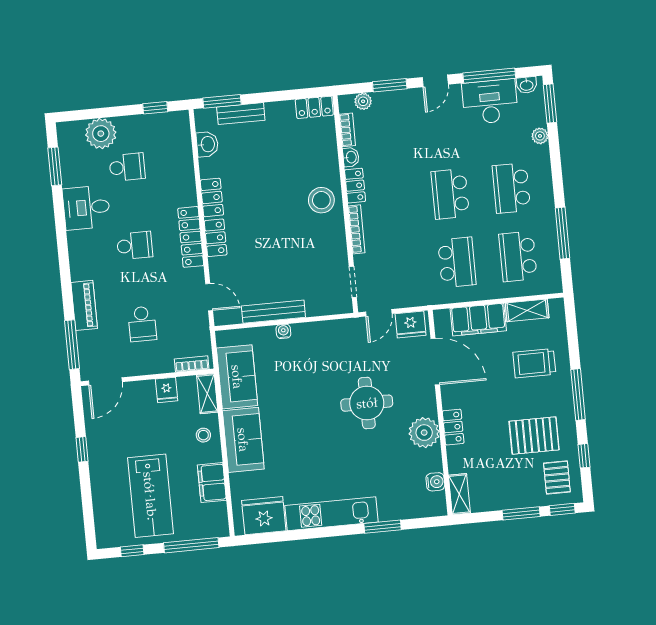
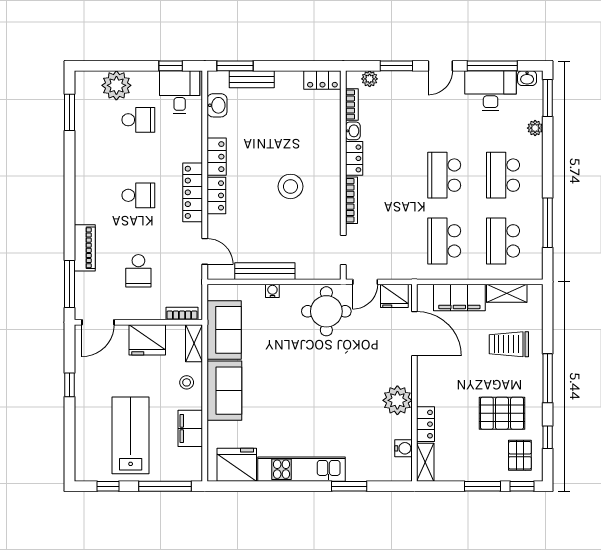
stool: (321, 200) -> (290, 186), moved
desk: (86, 208) -> (180, 92), moved, turned 90
school desk: (457, 262) -> (444, 241), turned 180
fridge: (167, 390) -> (147, 340), width x1.88, depth x1.34
round table: (367, 403) -> (326, 311), moved
locker: (453, 427) -> (426, 424), moved
lab bench: (150, 496) -> (131, 435), turned 180

